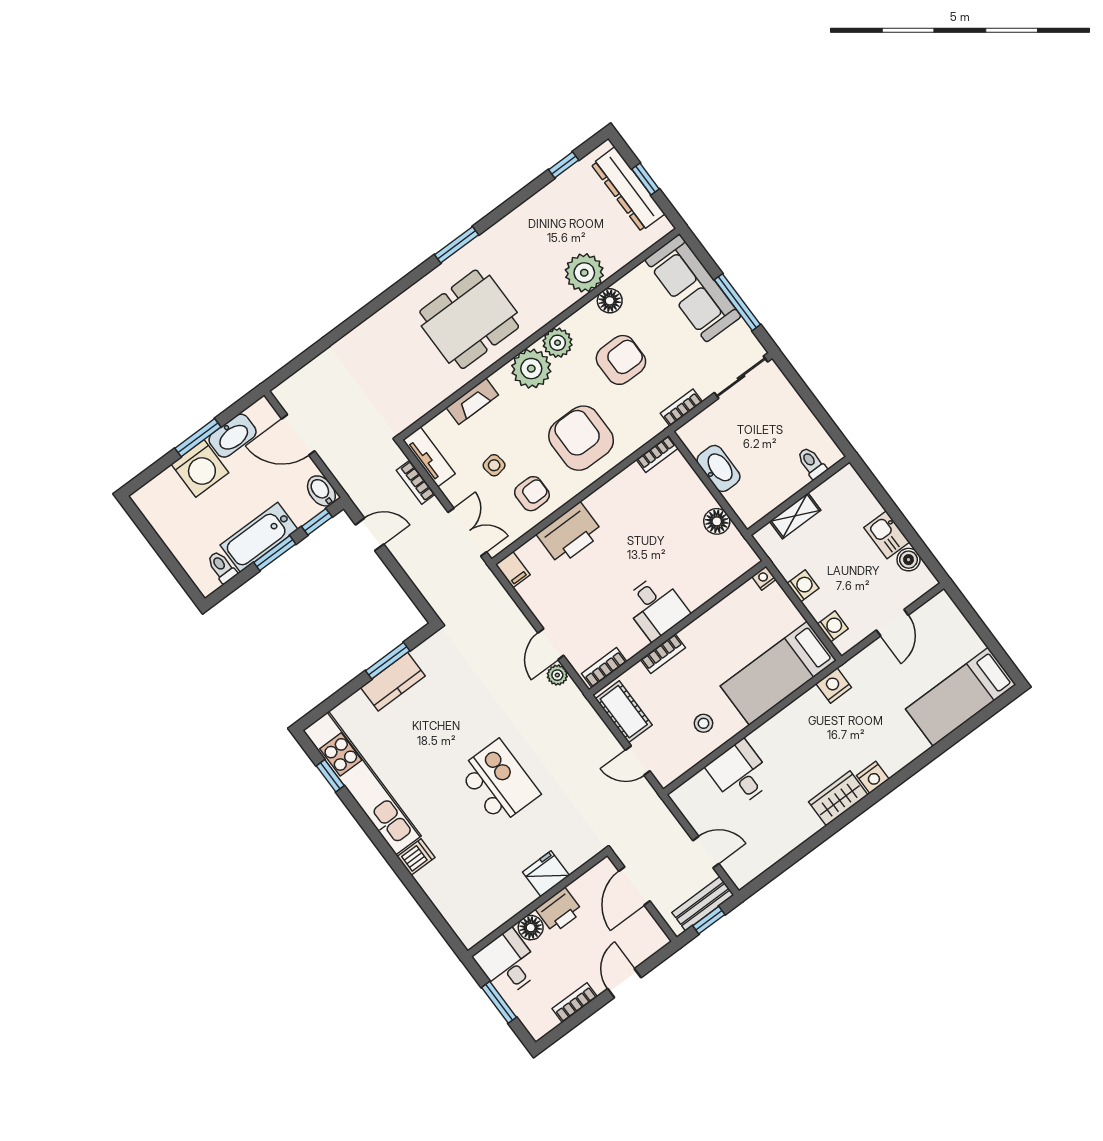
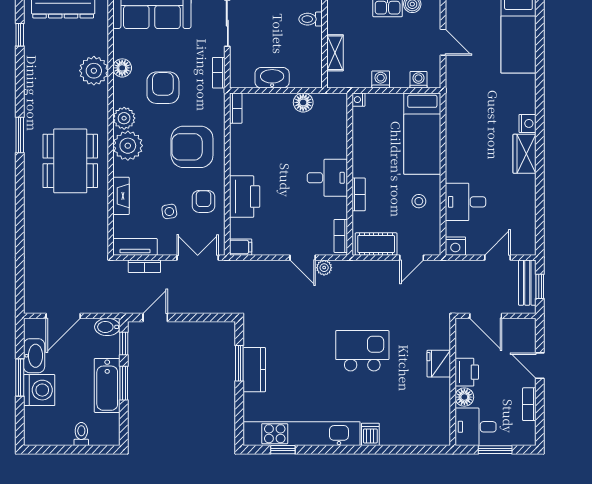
toilet: (222, 567) -> (81, 434), moved, turned 90
nightstand: (834, 686) -> (455, 246), moved, turned -90

